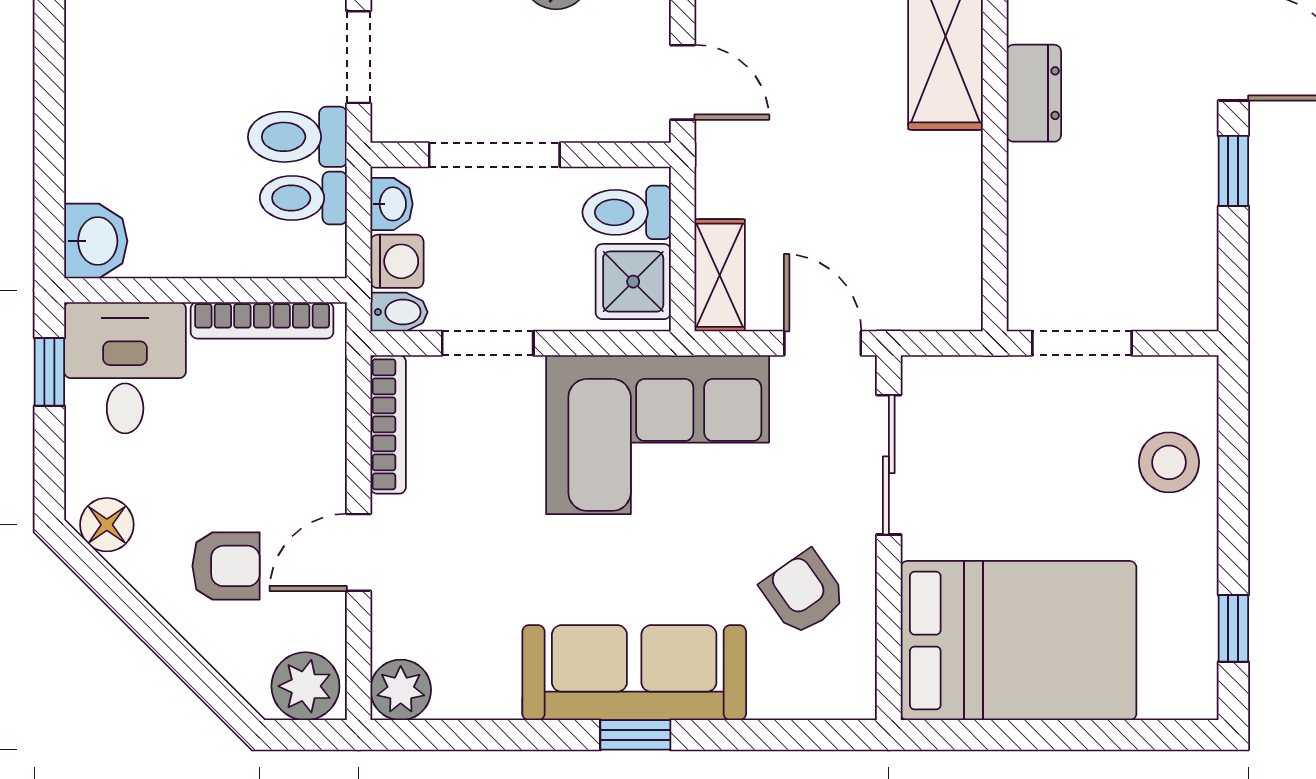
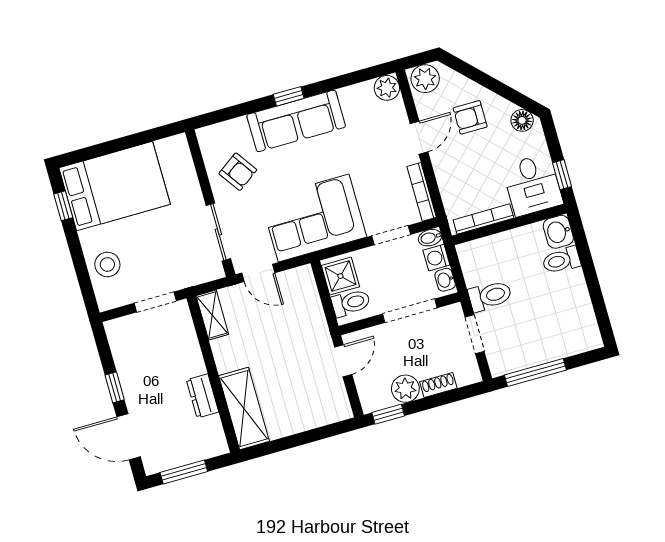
door: (683, 82) -> (343, 361), swing flipped
toilet: (303, 198) -> (561, 260), moved, turned 180
shelving: (720, 275) -> (212, 315), moved
bed: (1019, 641) -> (115, 186), moved, turned 180

